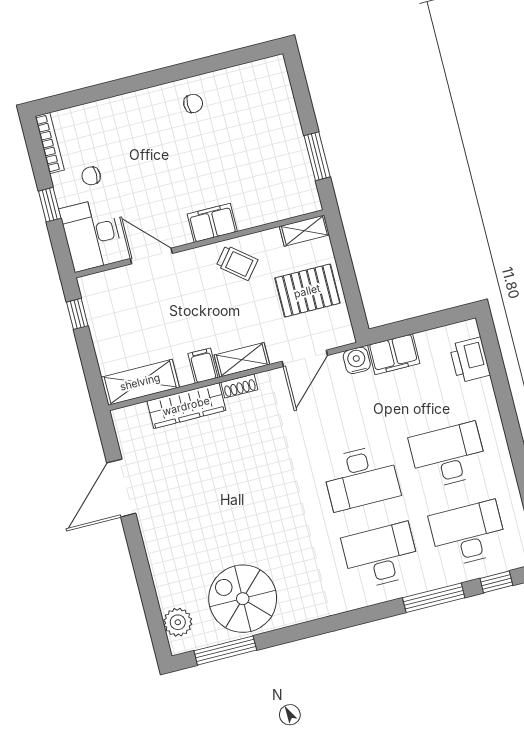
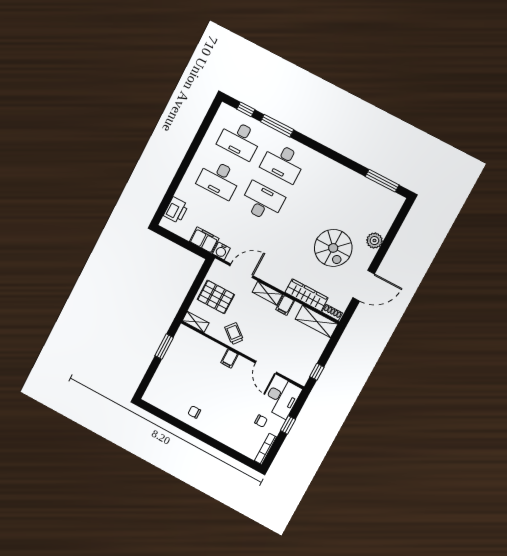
filing cabinet: (212, 223) -> (229, 358), width x0.50
shoe rack: (239, 386) -> (332, 313), moved
spiral stairs: (243, 599) -> (333, 248), moved
plant: (178, 622) -> (374, 241), moved

